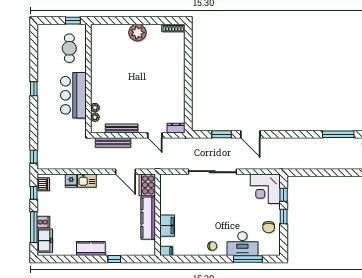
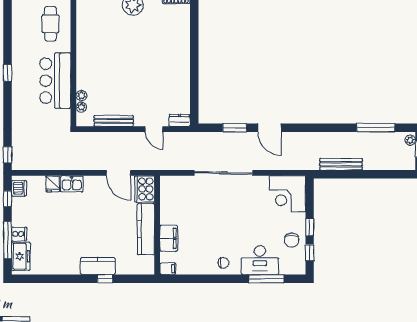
bench: (113, 143) -> (341, 164), moved
window: (284, 195) -> (310, 253), moved
kitchen counter: (91, 249) -> (98, 266), moved

